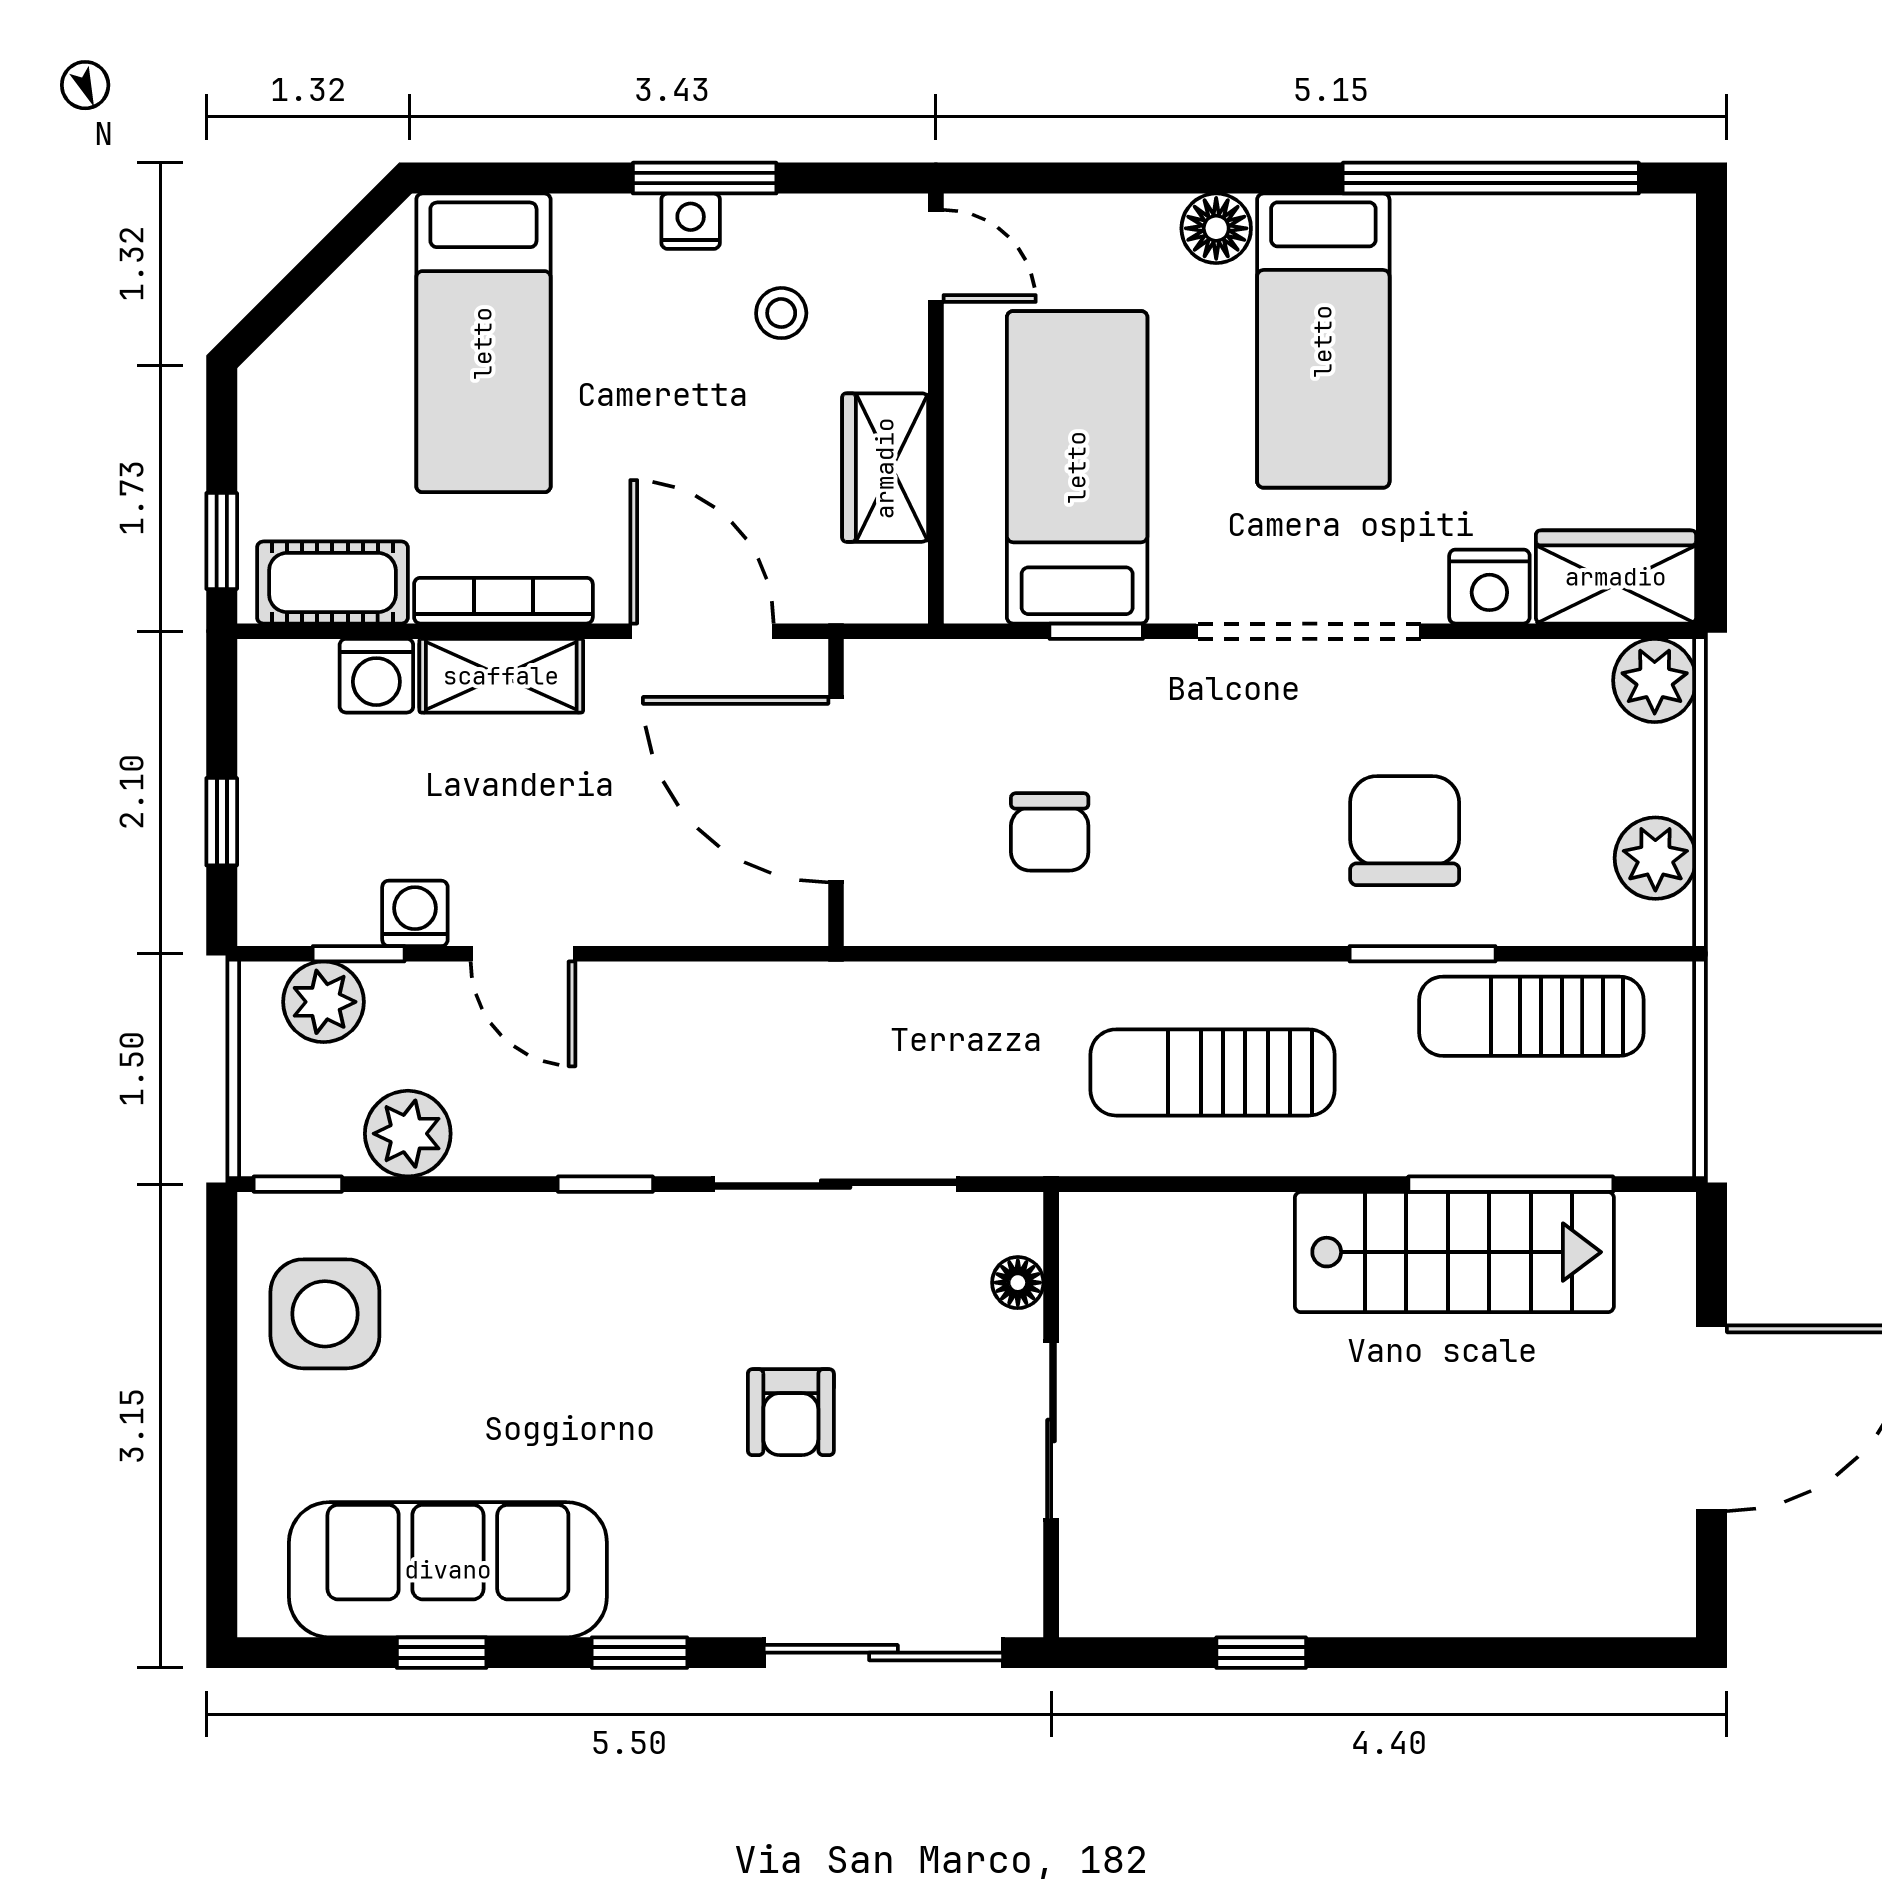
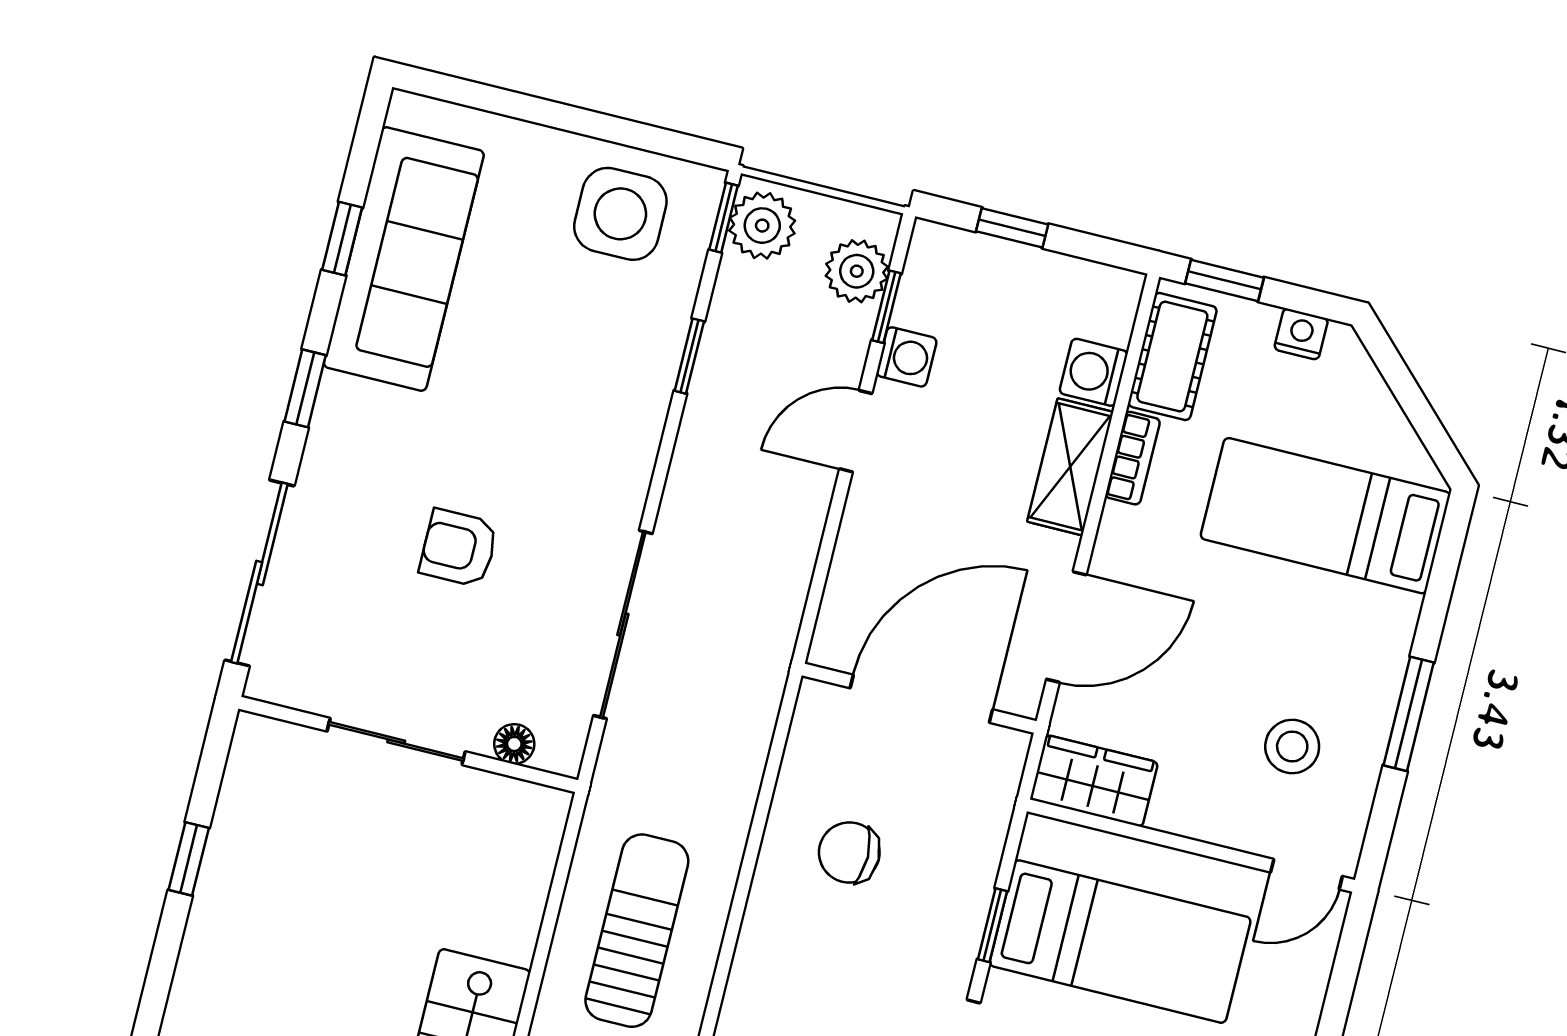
nightstand: (691, 221) -> (1301, 334), moved, turned -90
stool: (781, 313) -> (1292, 746), width x1.37, depth x1.37
wardrobe: (885, 468) -> (1094, 781), moved
bookcase: (503, 601) -> (1133, 458), width x0.64
plant: (408, 1134) -> (762, 226), moved
window: (605, 1184) -> (689, 356), moved

